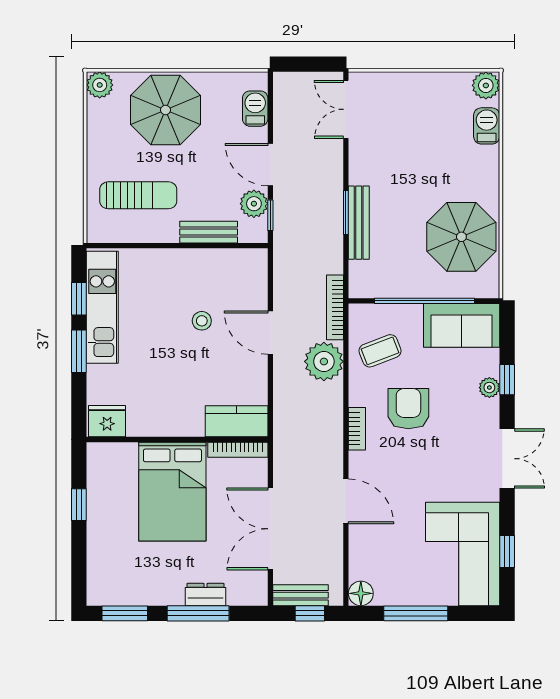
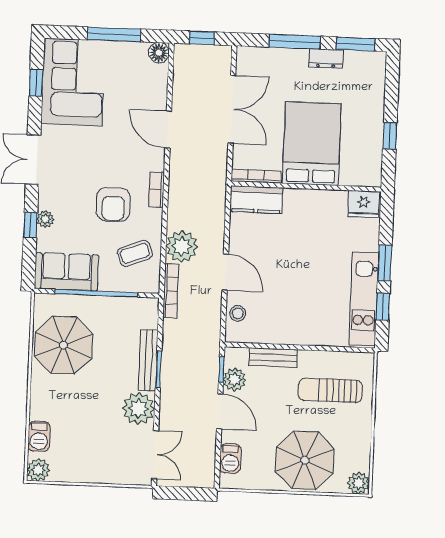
plant: (368, 164) -> (139, 408), added
stool: (202, 321) -> (238, 313), moved
dresser: (205, 594) -> (326, 59), moved
bench: (301, 595) -> (209, 53), removed

